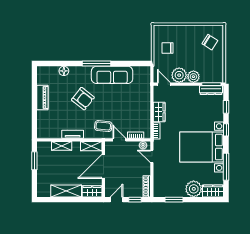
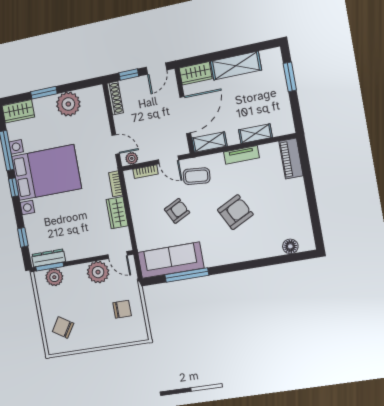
window: (96, 64) -> (187, 275), moved
floor lamp: (64, 71) -> (290, 246), moved
sofa: (112, 75) -> (171, 260), moved
plant: (193, 77) -> (54, 277), moved
piano: (42, 97) -> (291, 159), moved
armchair: (83, 99) -> (235, 212), turned 115
armchair: (120, 106) -> (177, 211), added
window: (226, 130) -> (14, 187), moved
window: (34, 161) -> (290, 77), moved
plant: (194, 189) -> (68, 104), moved
window: (174, 200) -> (44, 93), moved

